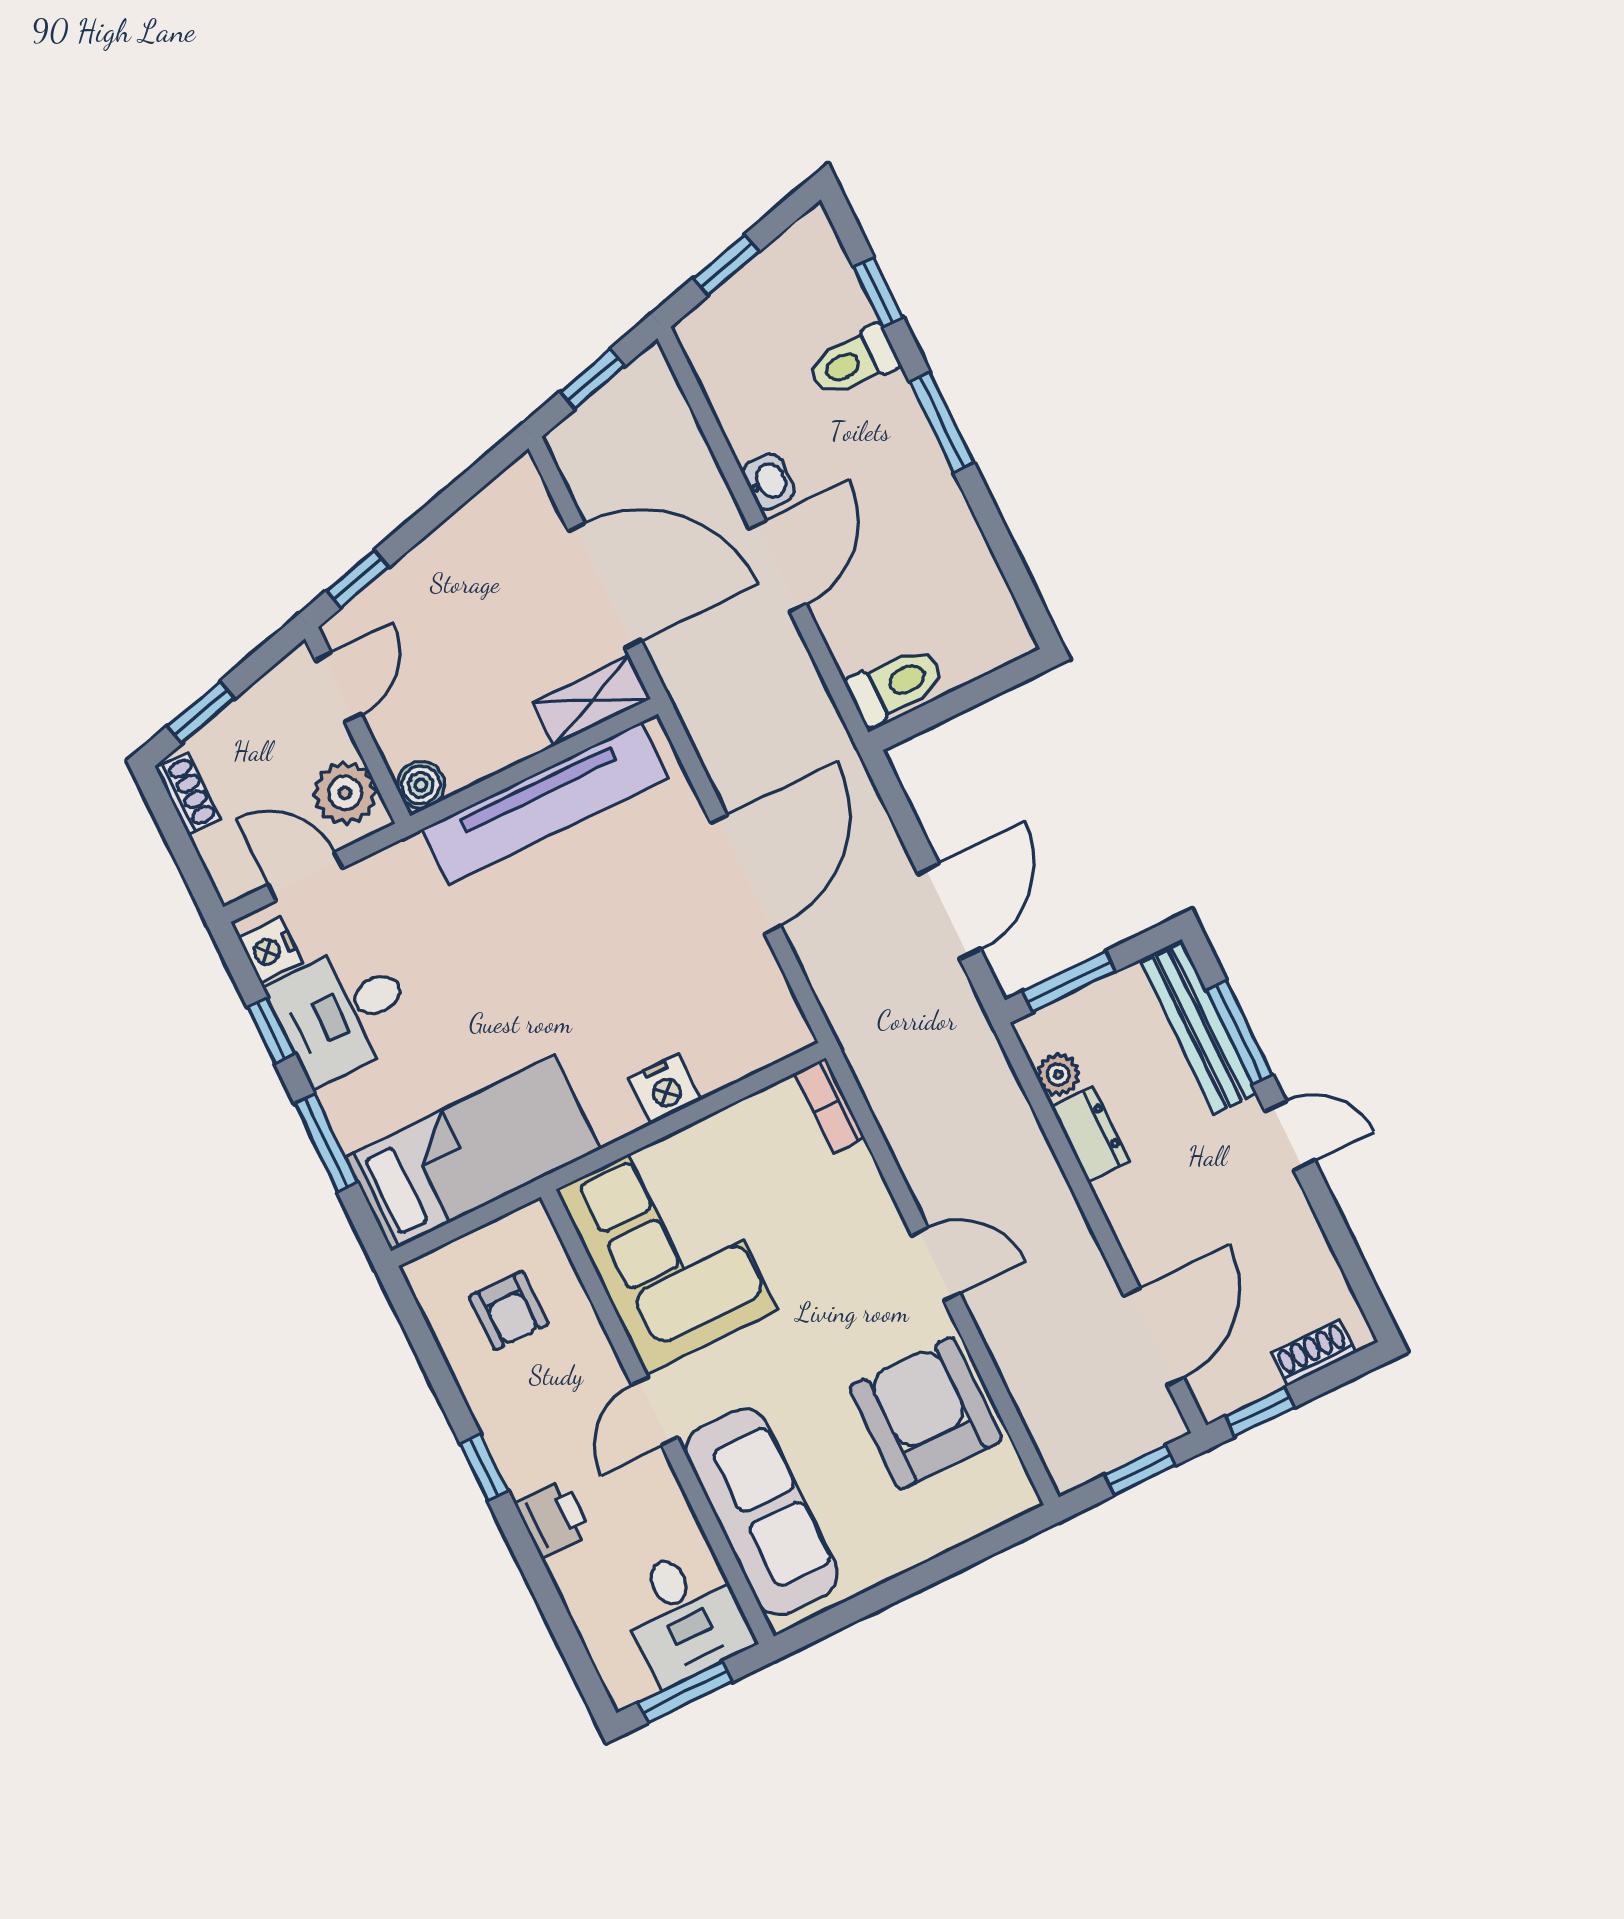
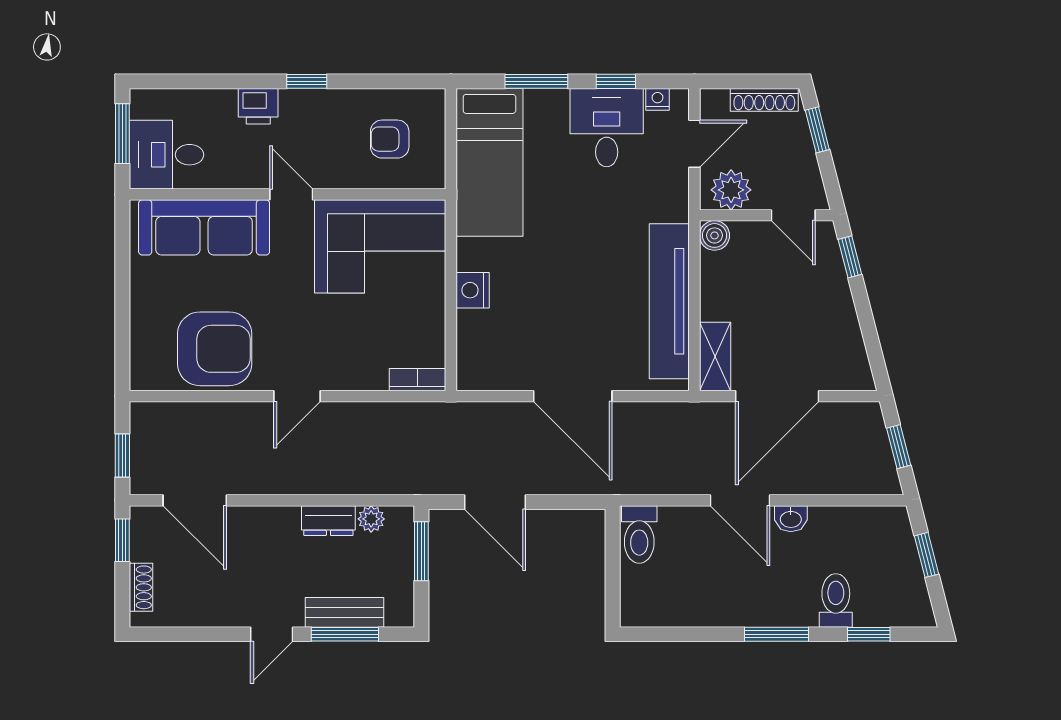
shoe rack: (188, 793) -> (764, 100), width x1.43
nightstand: (270, 950) -> (657, 99), width x0.72, depth x0.74
bench: (1199, 1028) -> (344, 612), width x0.73

